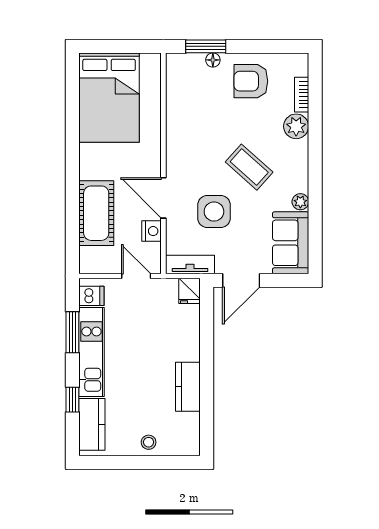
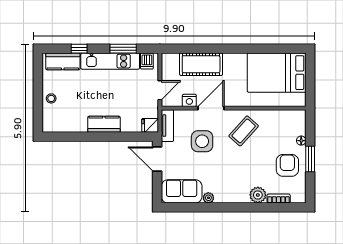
window: (206, 46) -> (310, 159), moved
coffee table: (249, 167) -> (244, 131), moved
kitchen counter: (188, 387) -> (104, 124), moved

